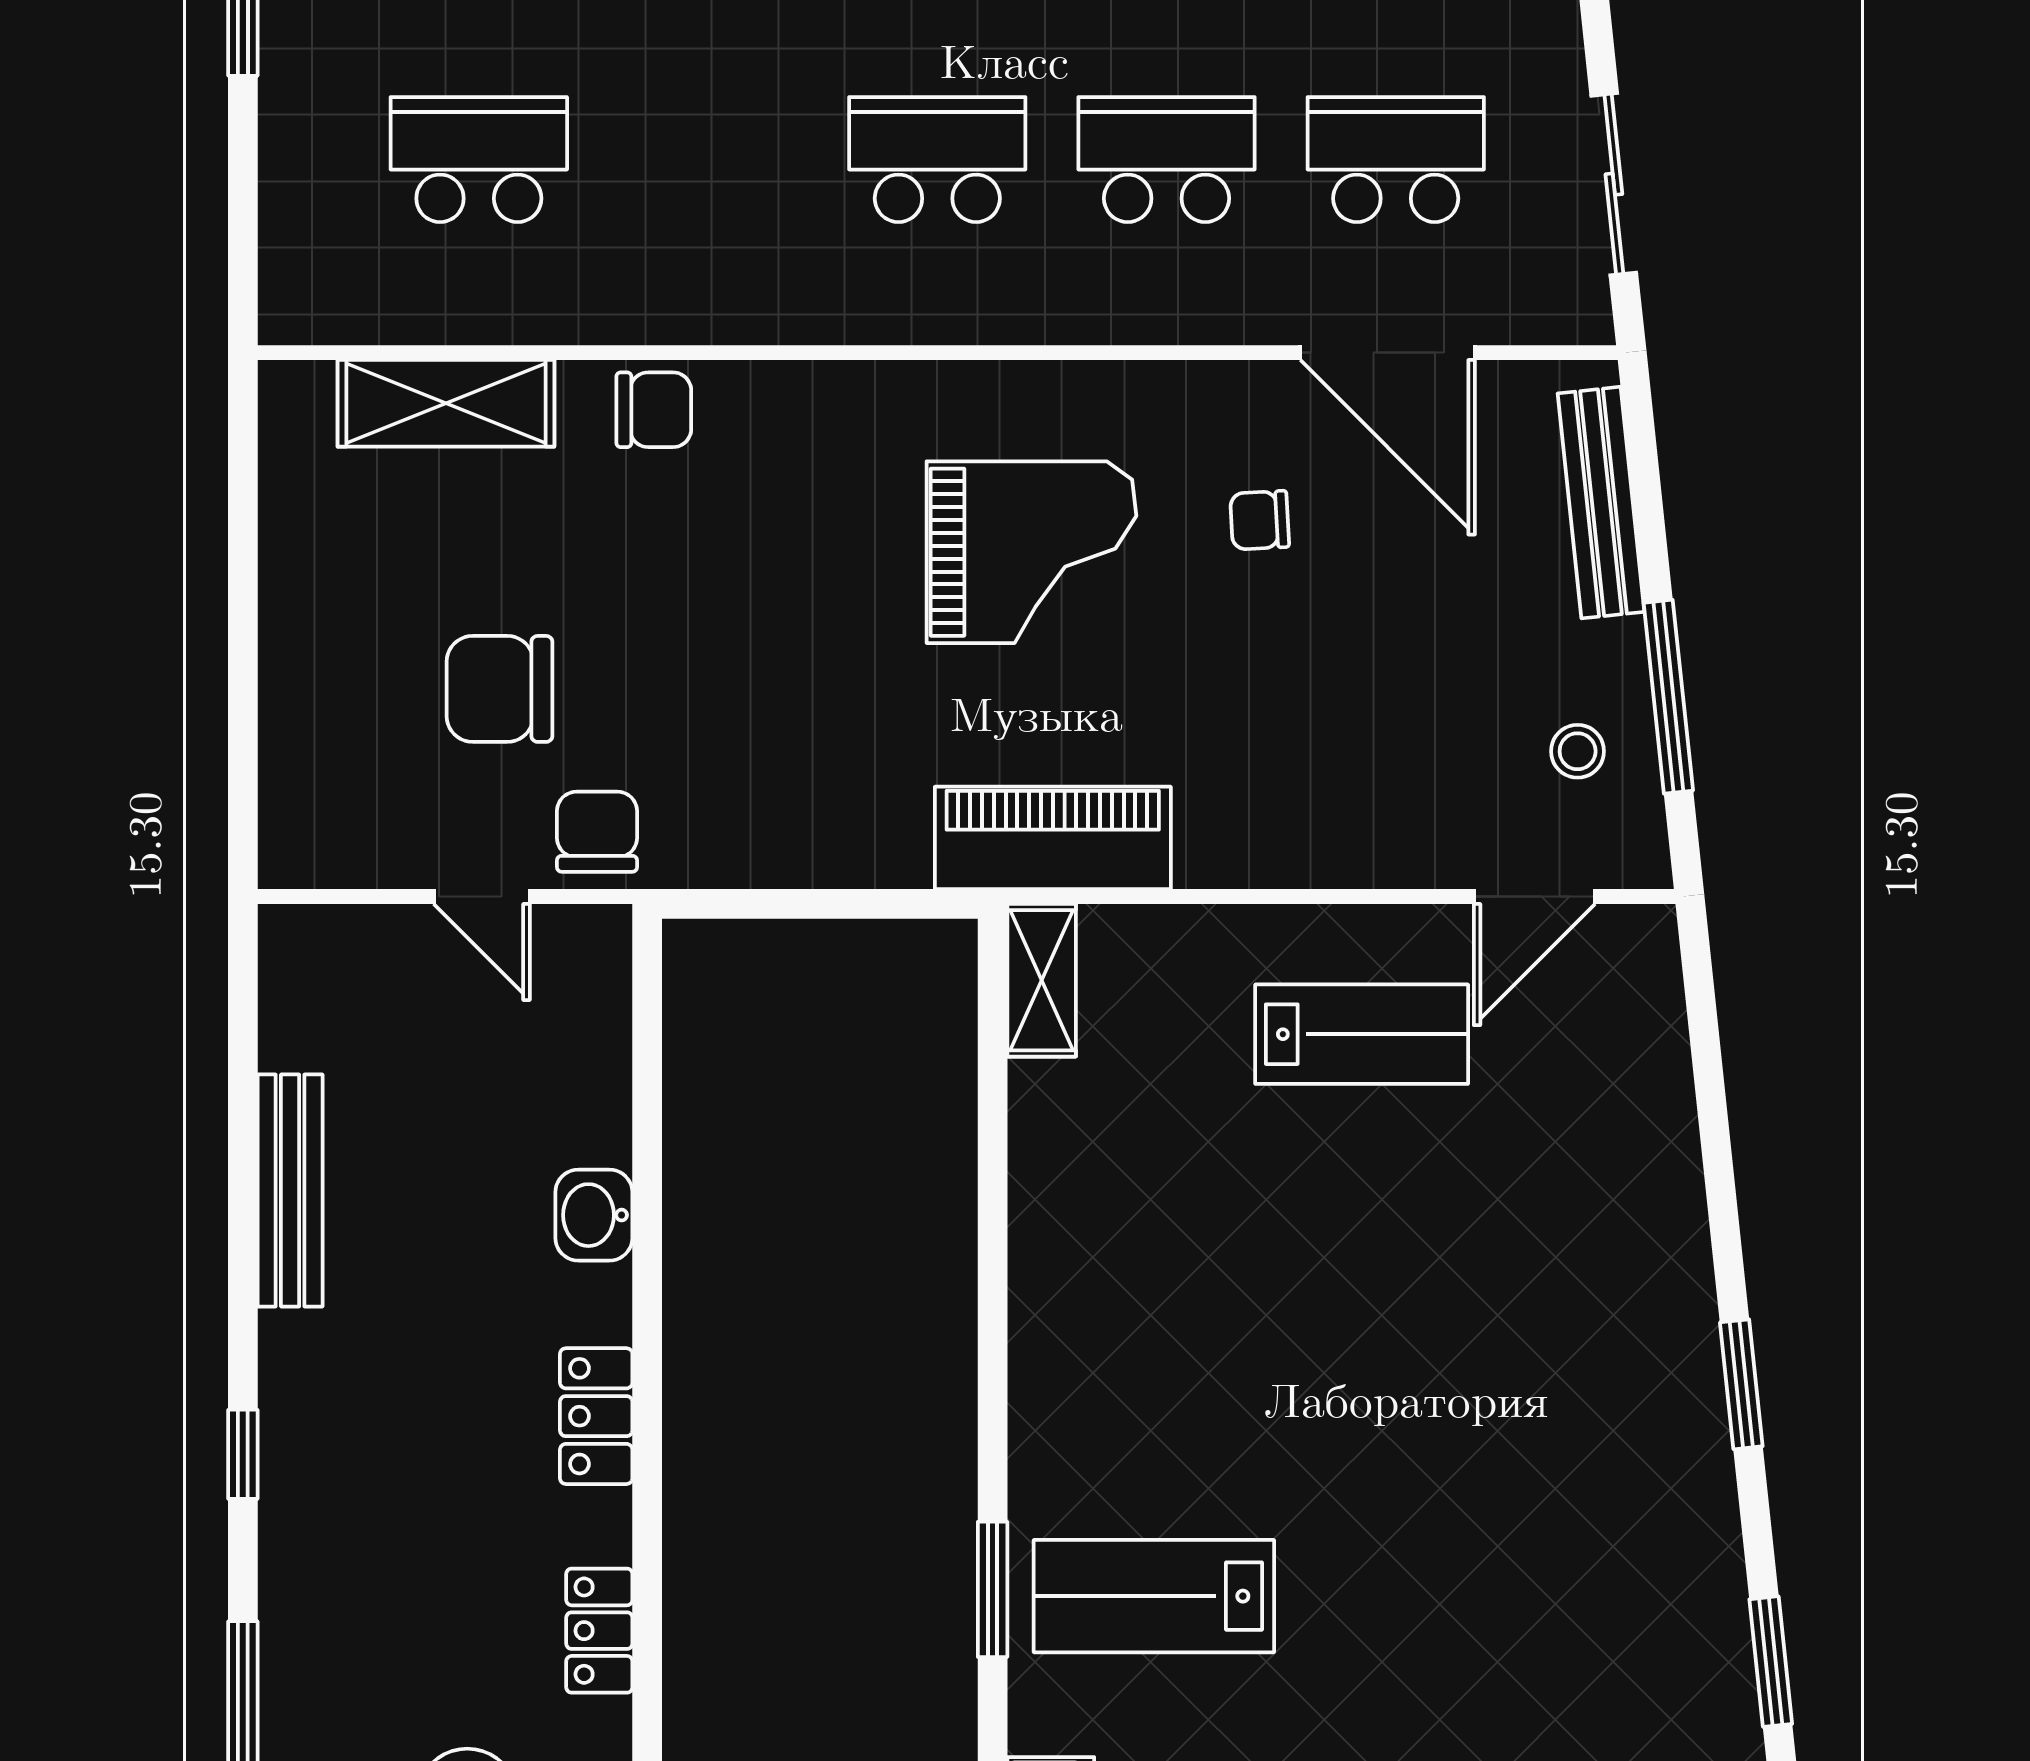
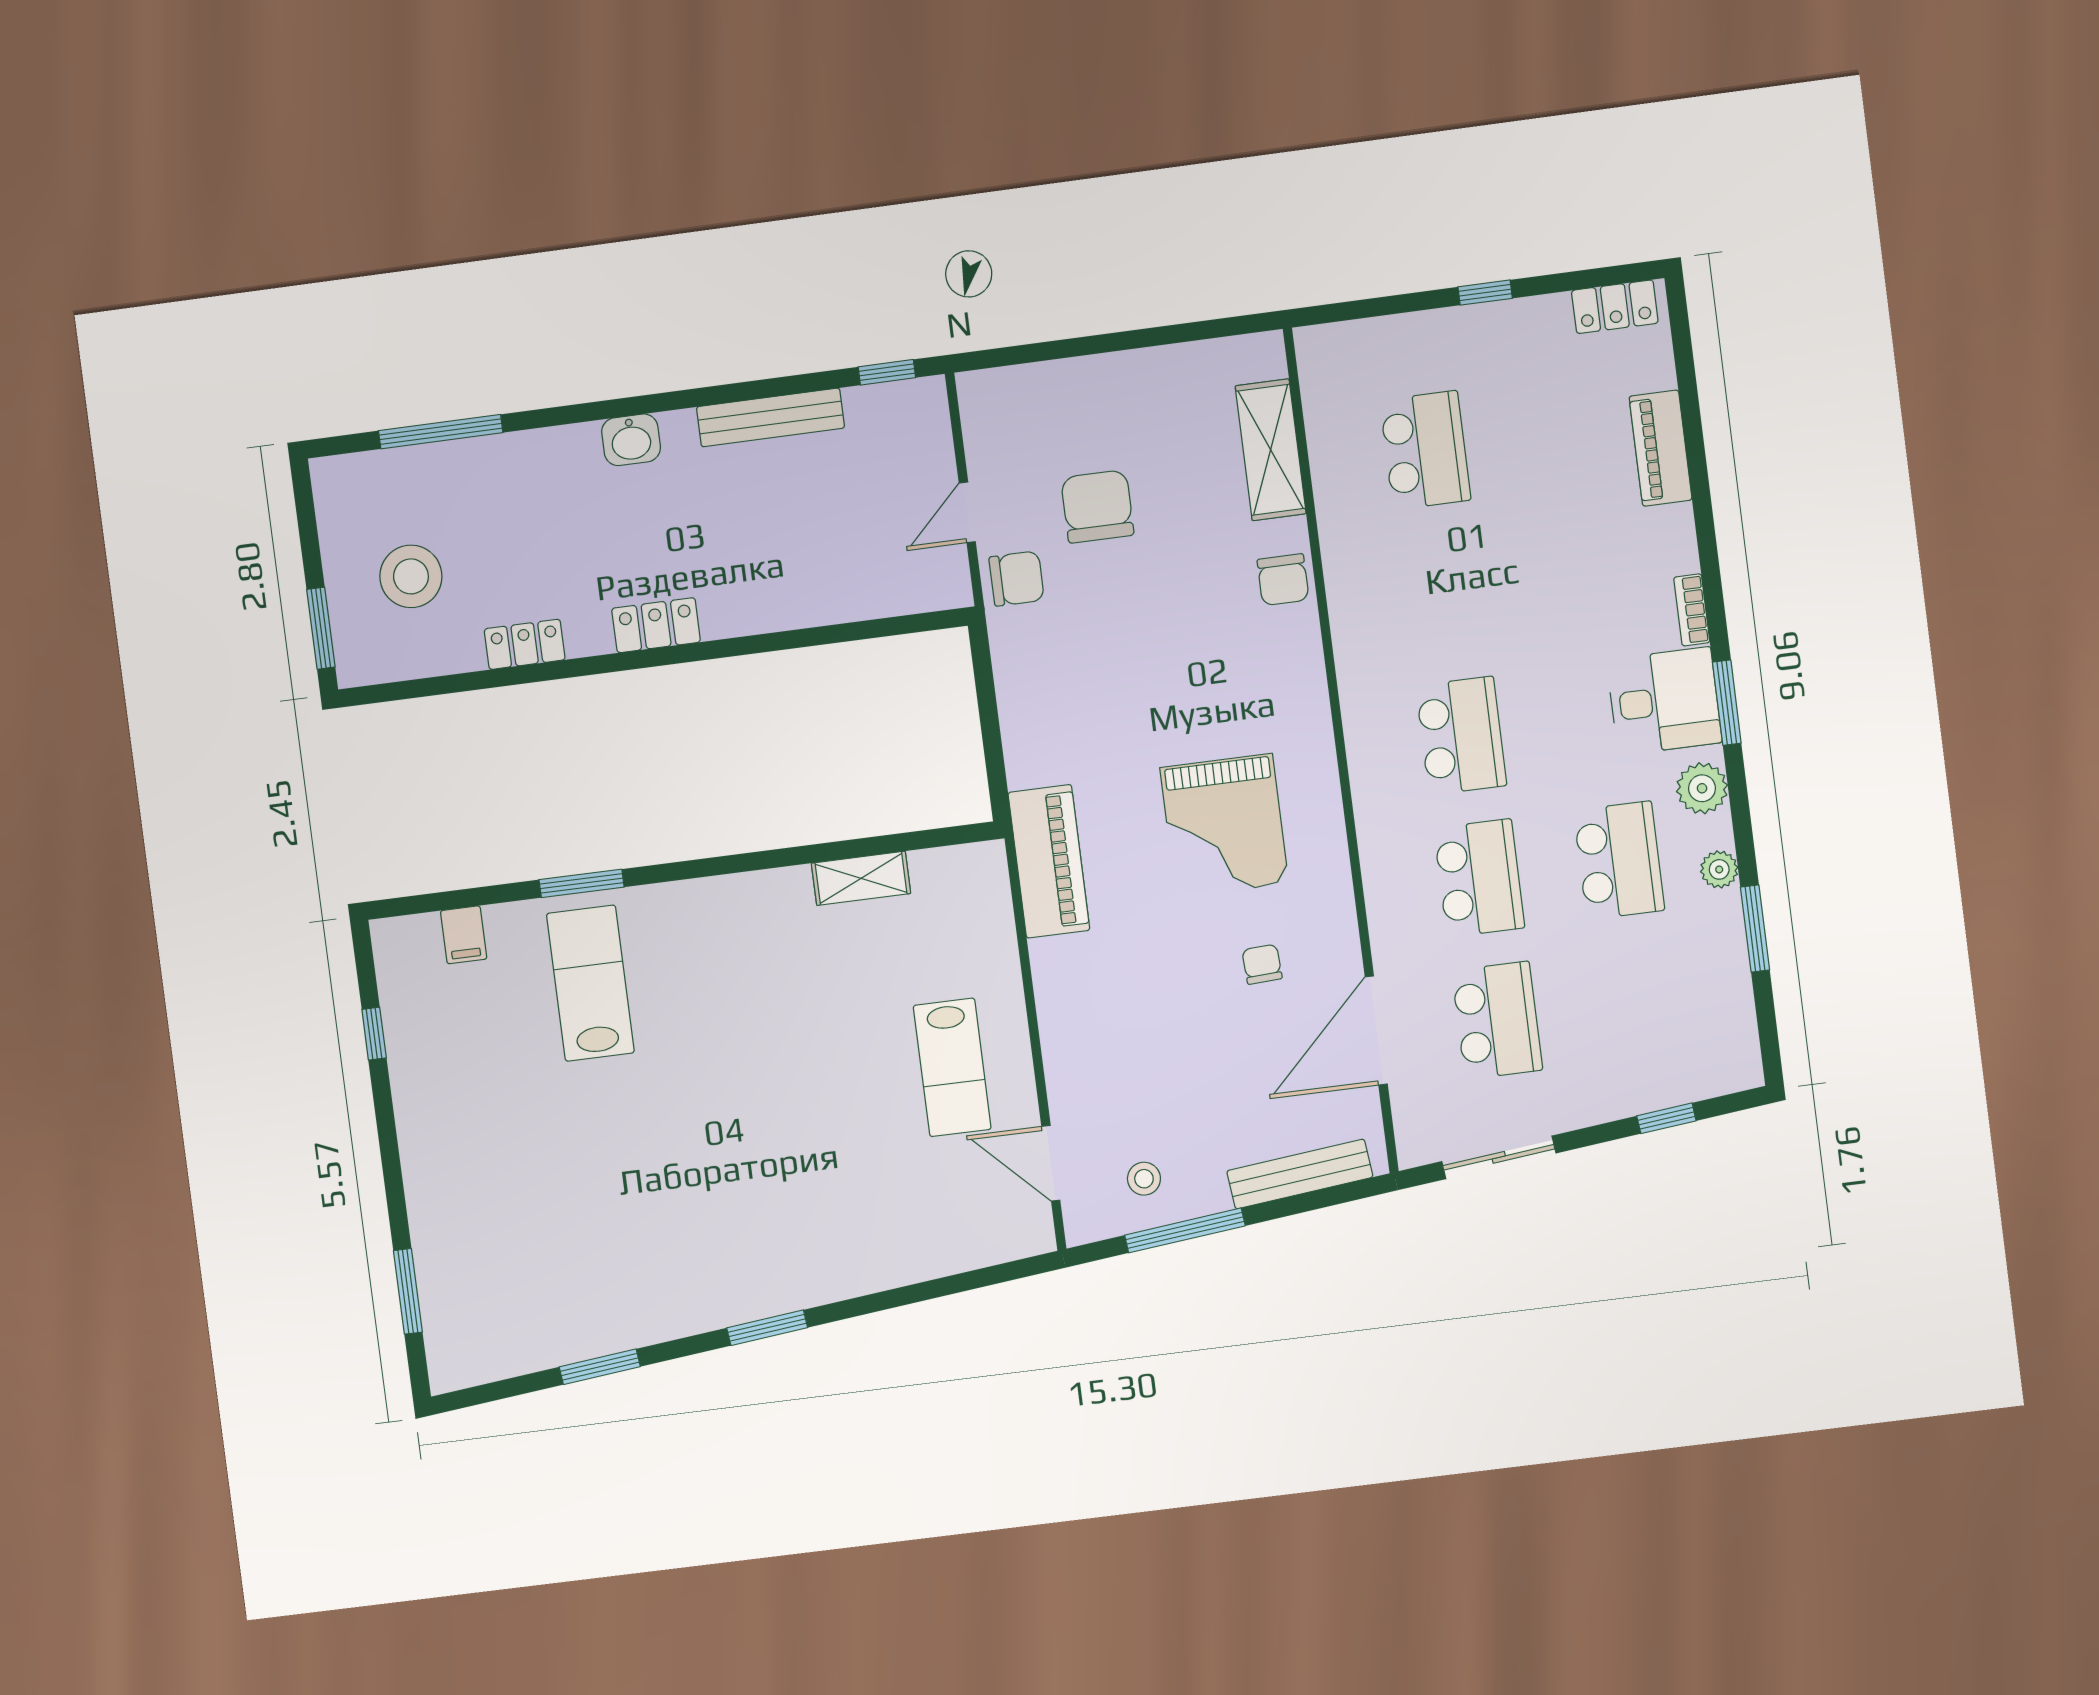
shelving: (1042, 980) -> (861, 878), moved
washbasin: (594, 1215) -> (631, 440), moved, turned 180
window: (243, 1454) -> (887, 372), moved

